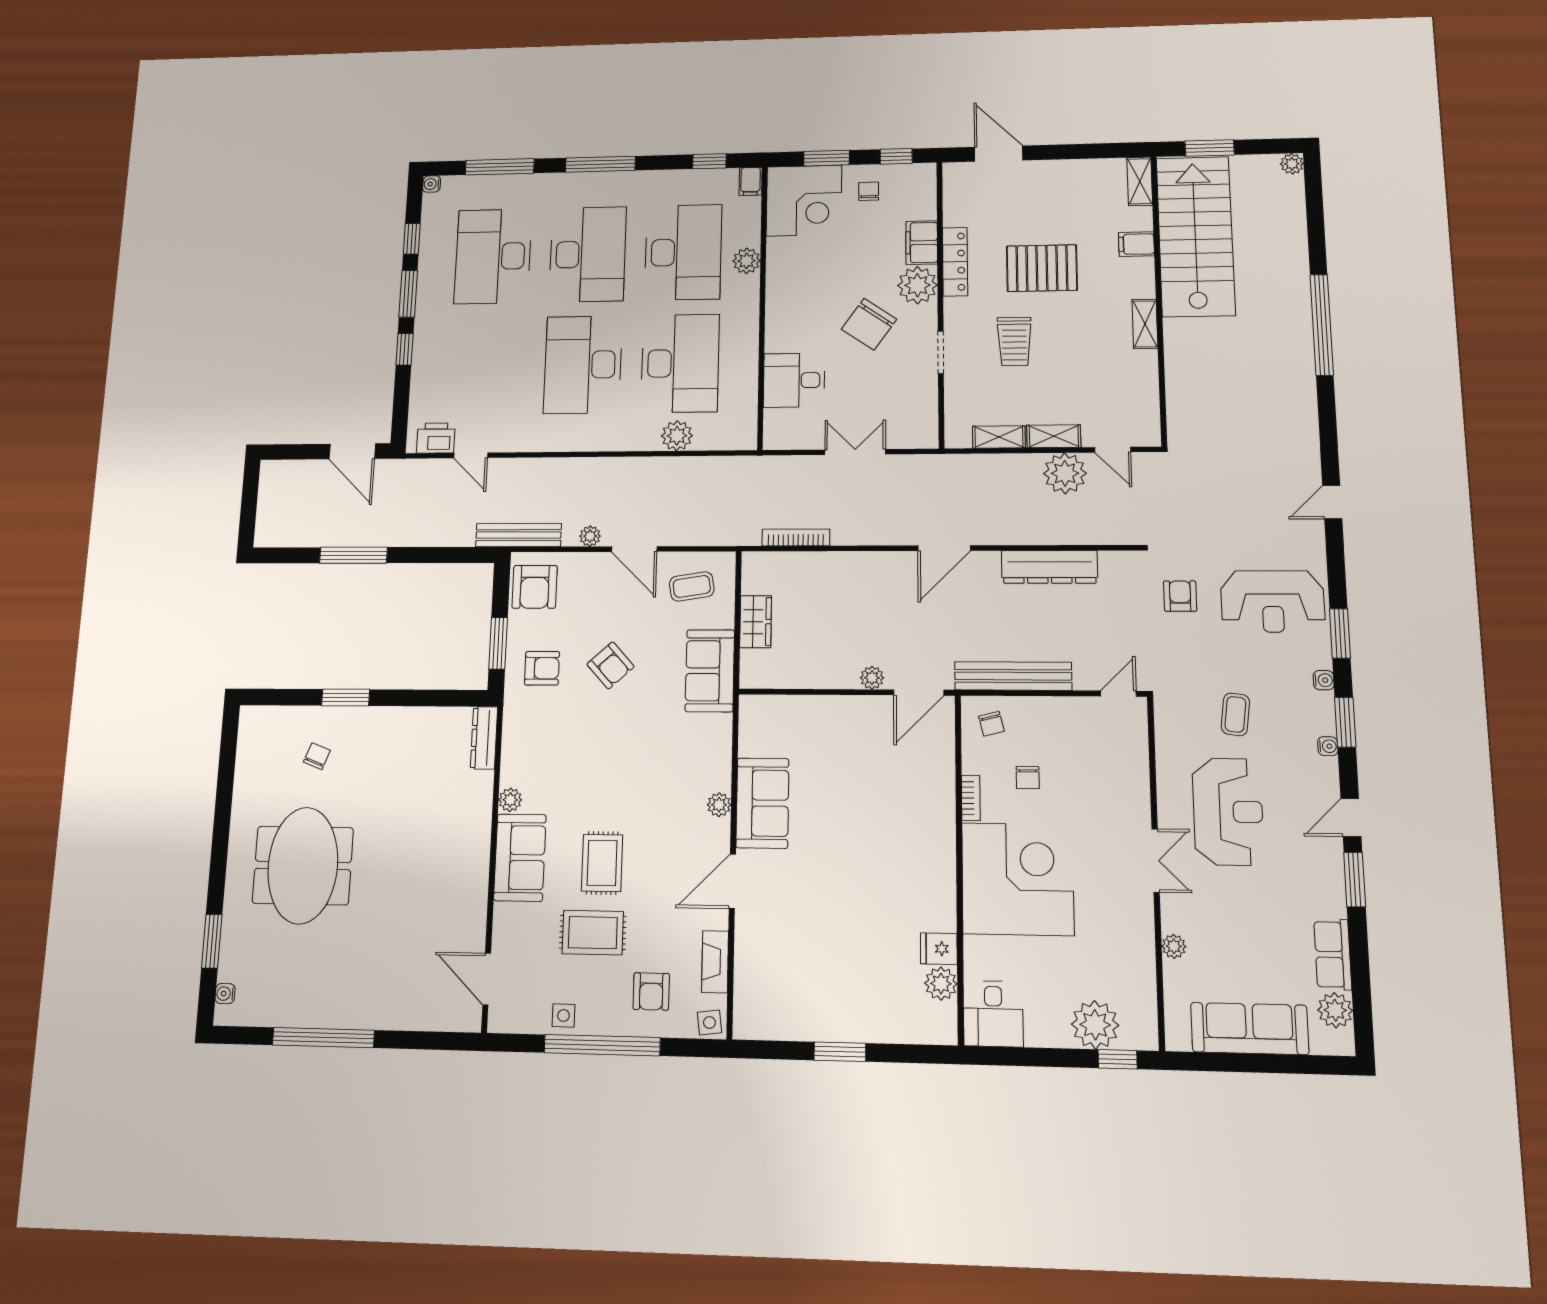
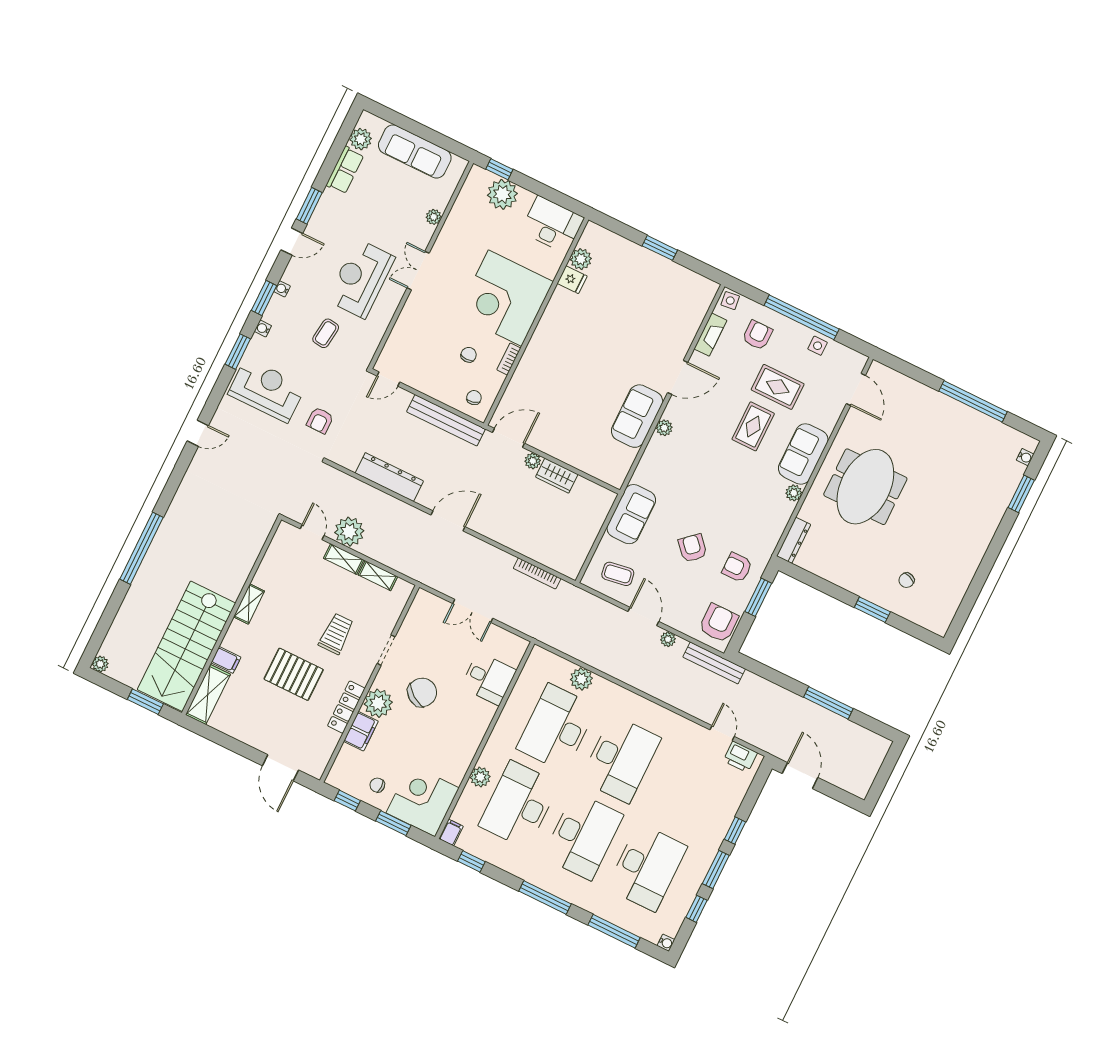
shelving: (1140, 181) -> (208, 694), width x1.50, depth x1.33
chair: (869, 191) -> (377, 785), turned 90
desk: (588, 254) -> (583, 836), turned 180
wardrobe: (756, 622) -> (557, 476), moved, turned -90
meeting table: (303, 865) -> (865, 487), moved
desk: (993, 1014) -> (552, 225), width x1.37

